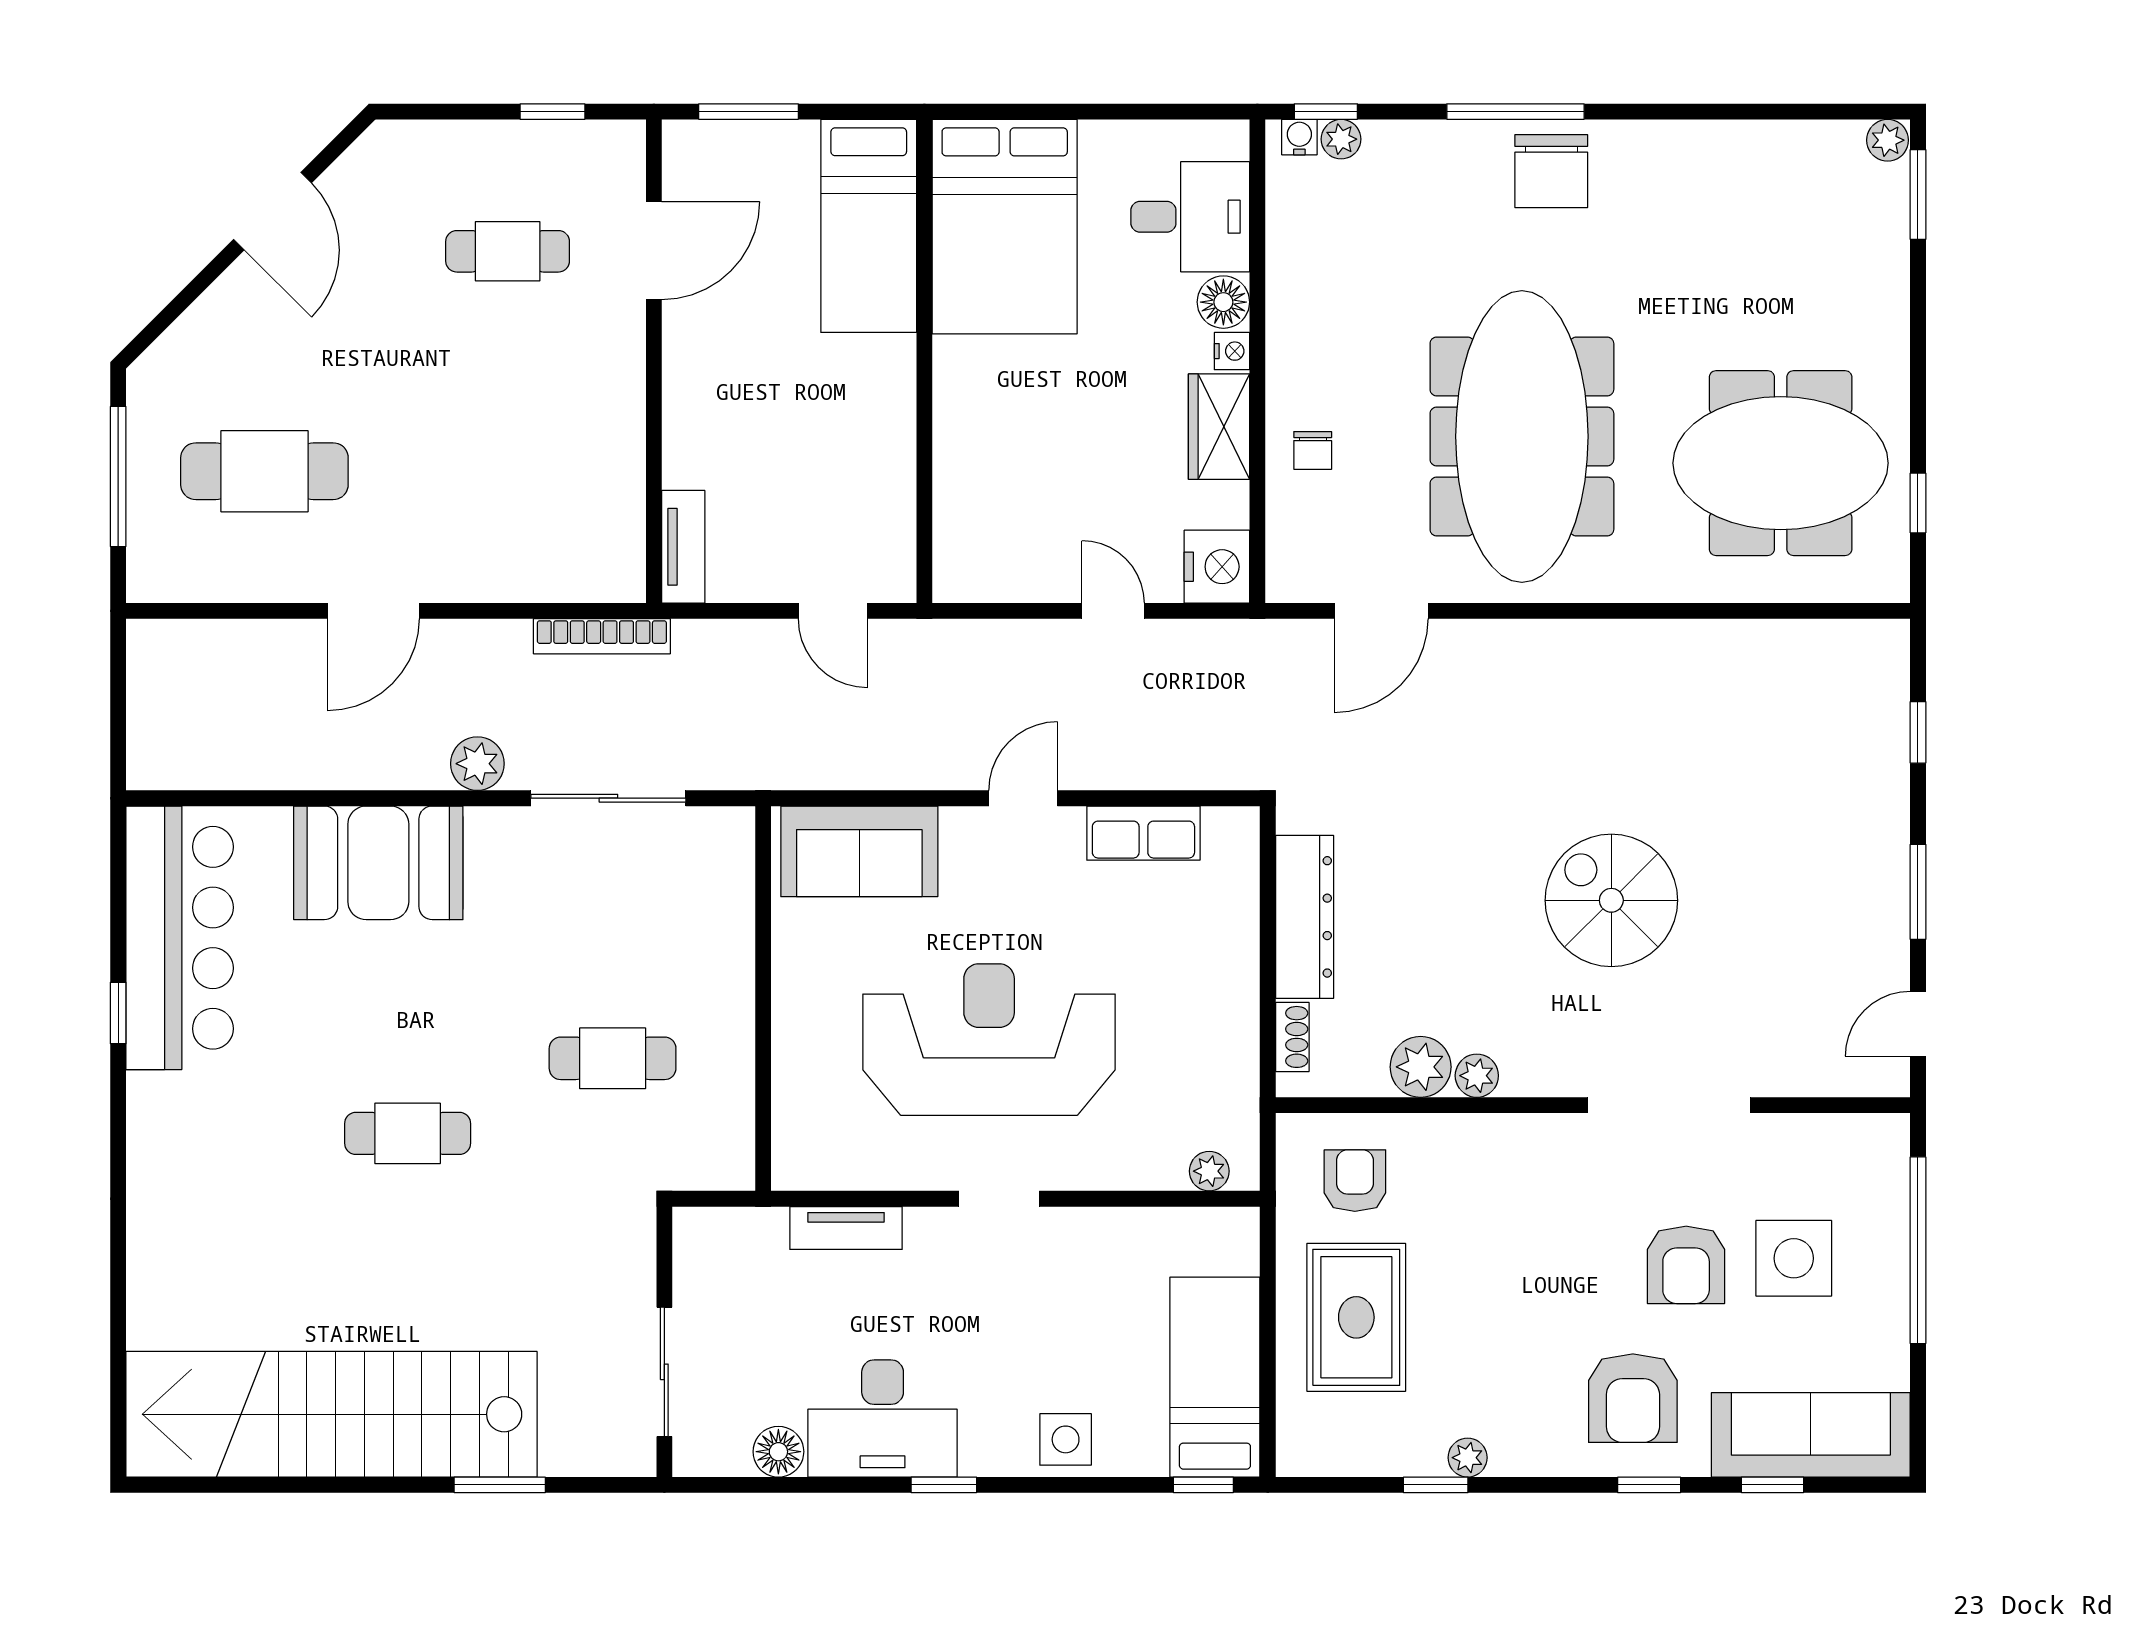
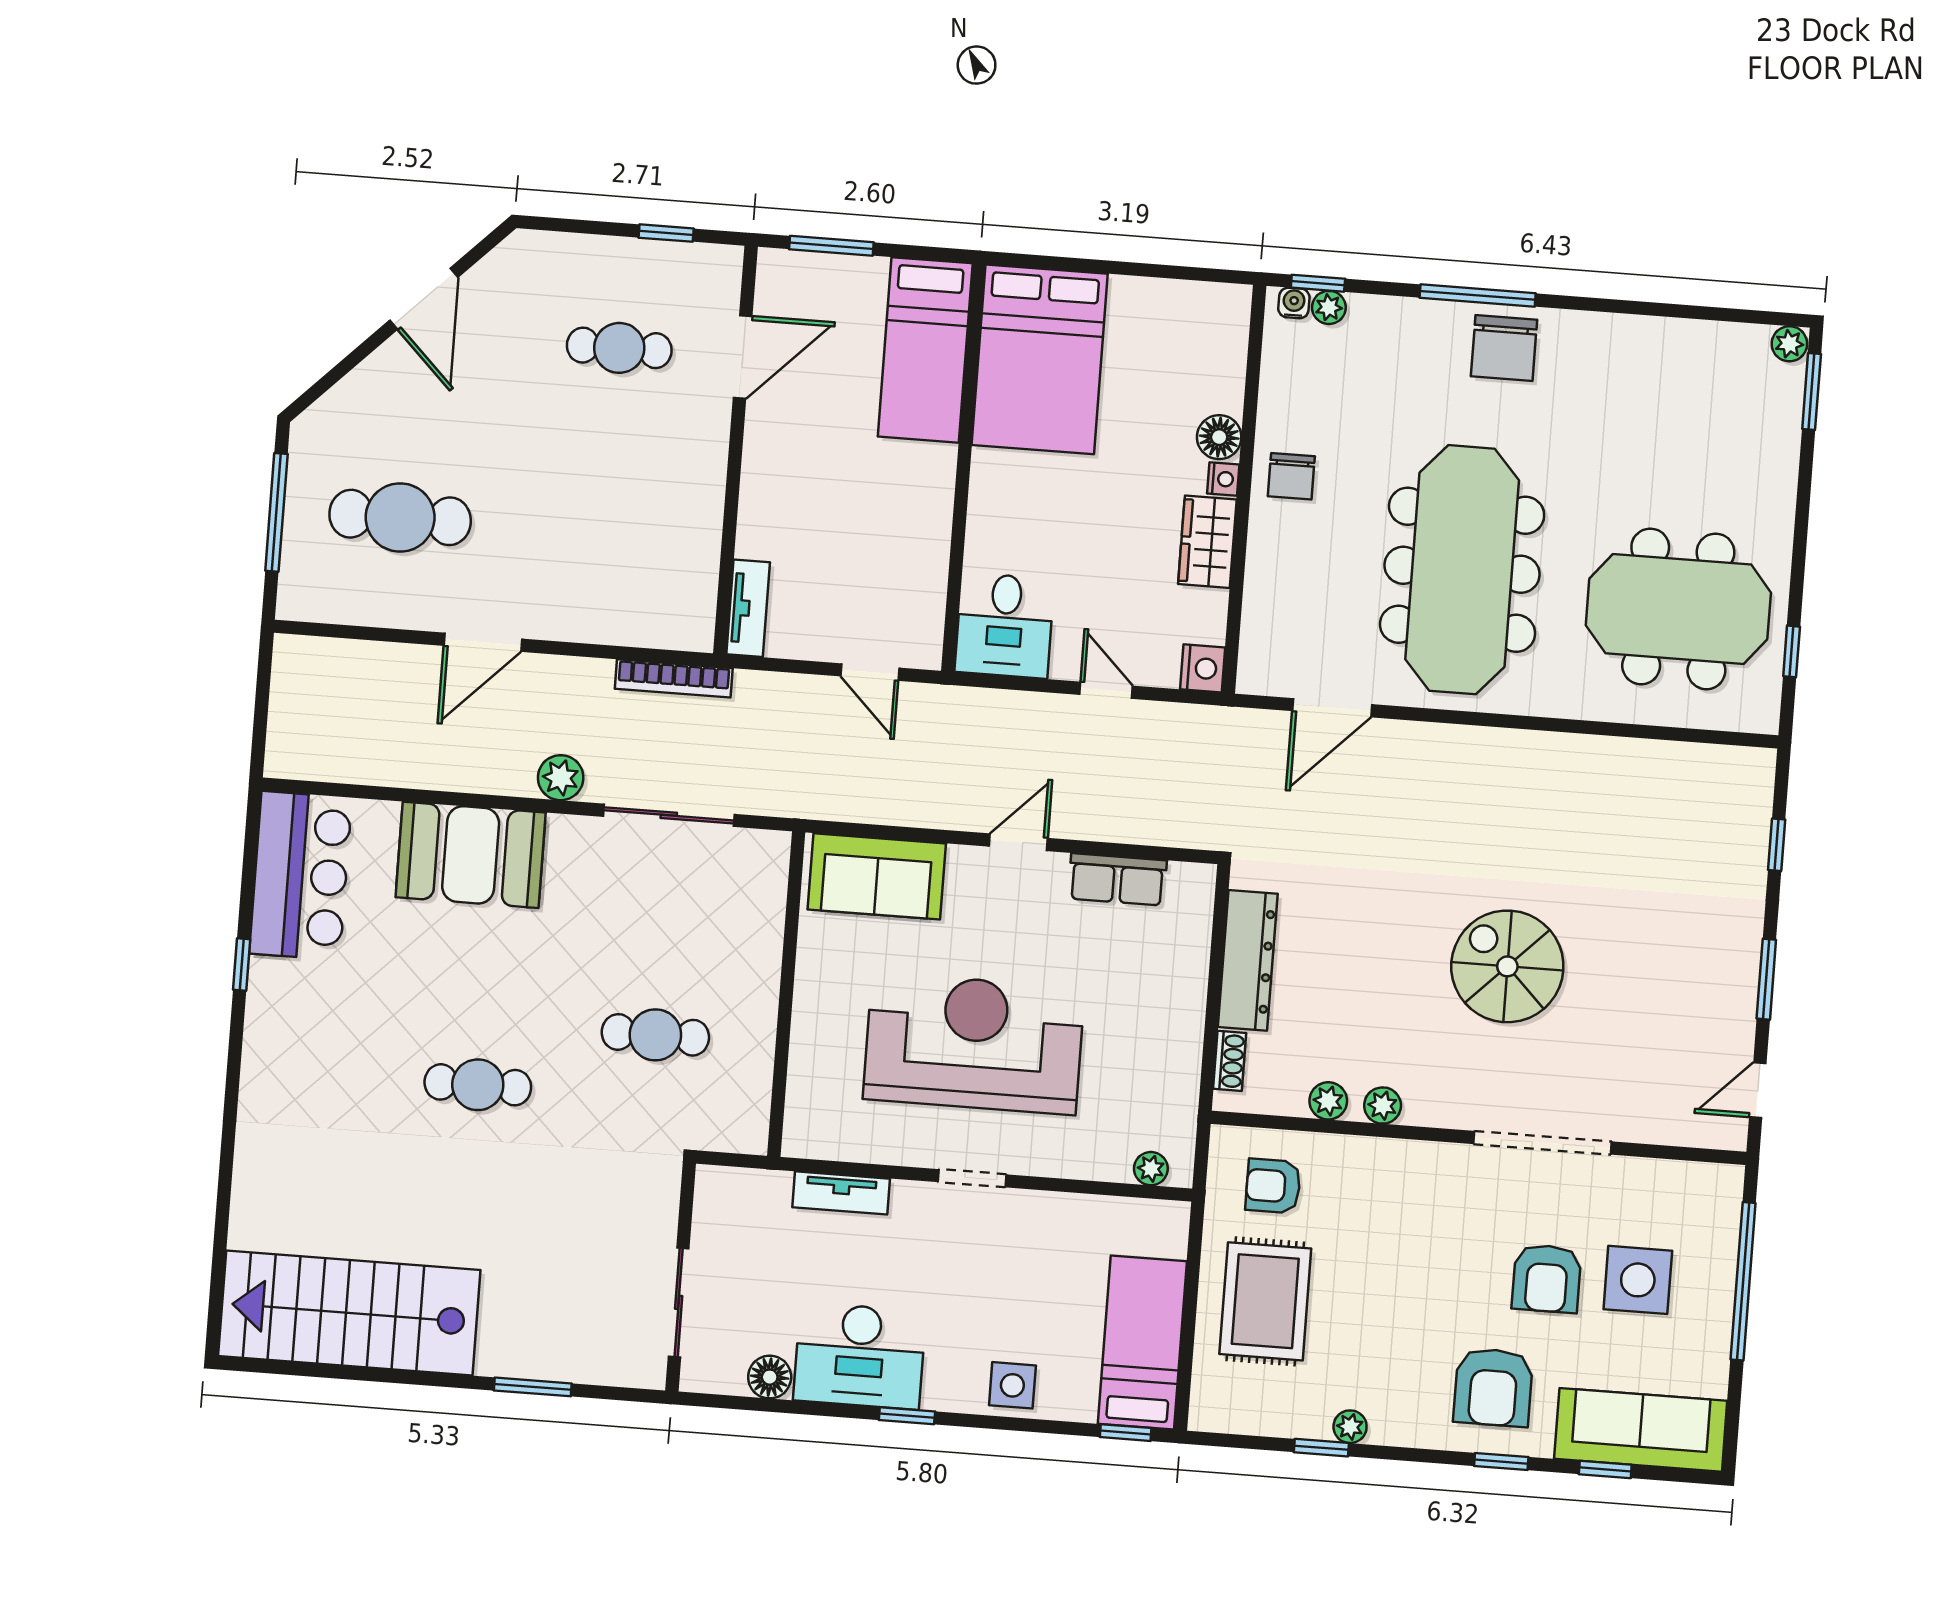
desk: (1190, 217) -> (1005, 626), moved, turned 90
chair: (1313, 450) -> (1291, 476), moved, width x1.37, depth x1.37
nightstand: (1217, 567) -> (1203, 668), width x0.74, depth x0.75
bar counter: (180, 938) -> (301, 876), width x0.73
plant: (1421, 1067) -> (1328, 1101), width x0.73, depth x0.73
armchair: (1355, 1181) -> (1273, 1186), turned -90
stairs: (331, 1414) -> (349, 1313), width x0.73

